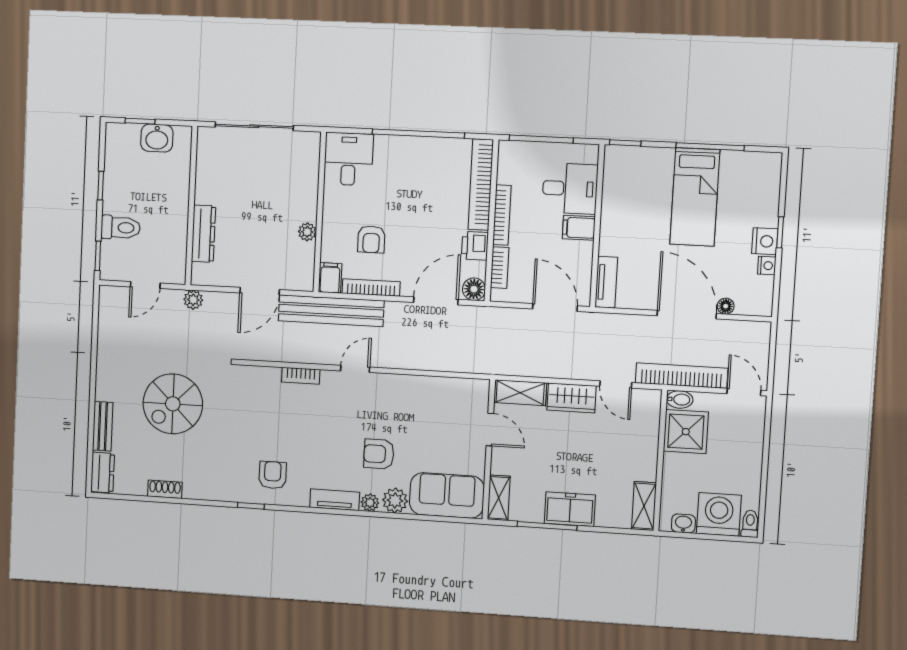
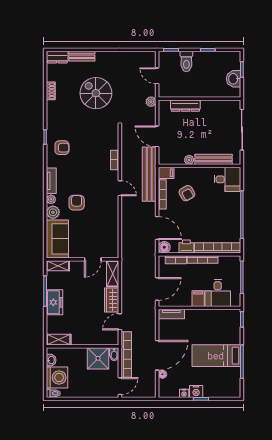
bench: (309, 184) -> (214, 159), added
armchair: (371, 239) -> (187, 193), turned -120

